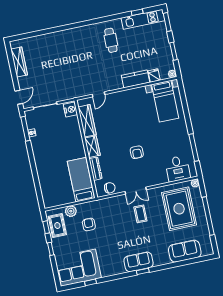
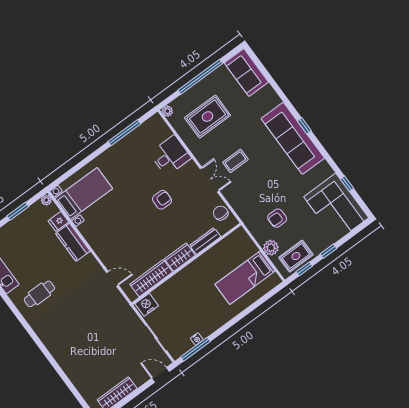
desk: (178, 169) -> (170, 156), moved
bed: (81, 180) -> (245, 278), moved
rug: (179, 209) -> (208, 117), width x0.73, depth x0.69
sofa: (185, 251) -> (246, 72), moved
sofa: (139, 262) -> (293, 138), width x1.85, depth x1.27

